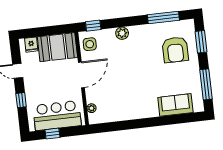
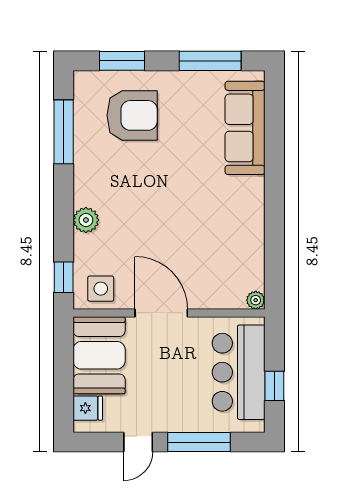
window: (21, 100) -> (199, 442), width x2.17
sofa: (175, 105) -> (245, 128), width x1.36
plant: (91, 108) -> (256, 300), moved

